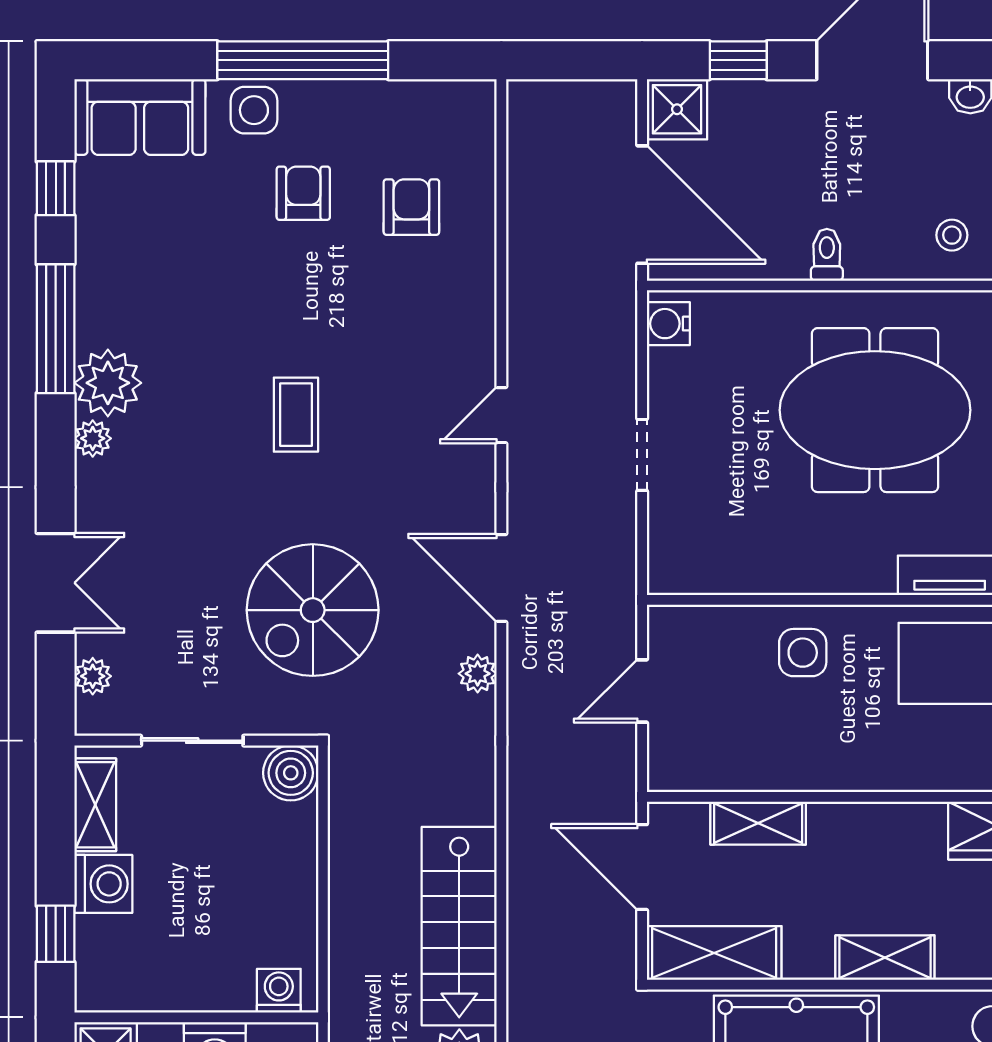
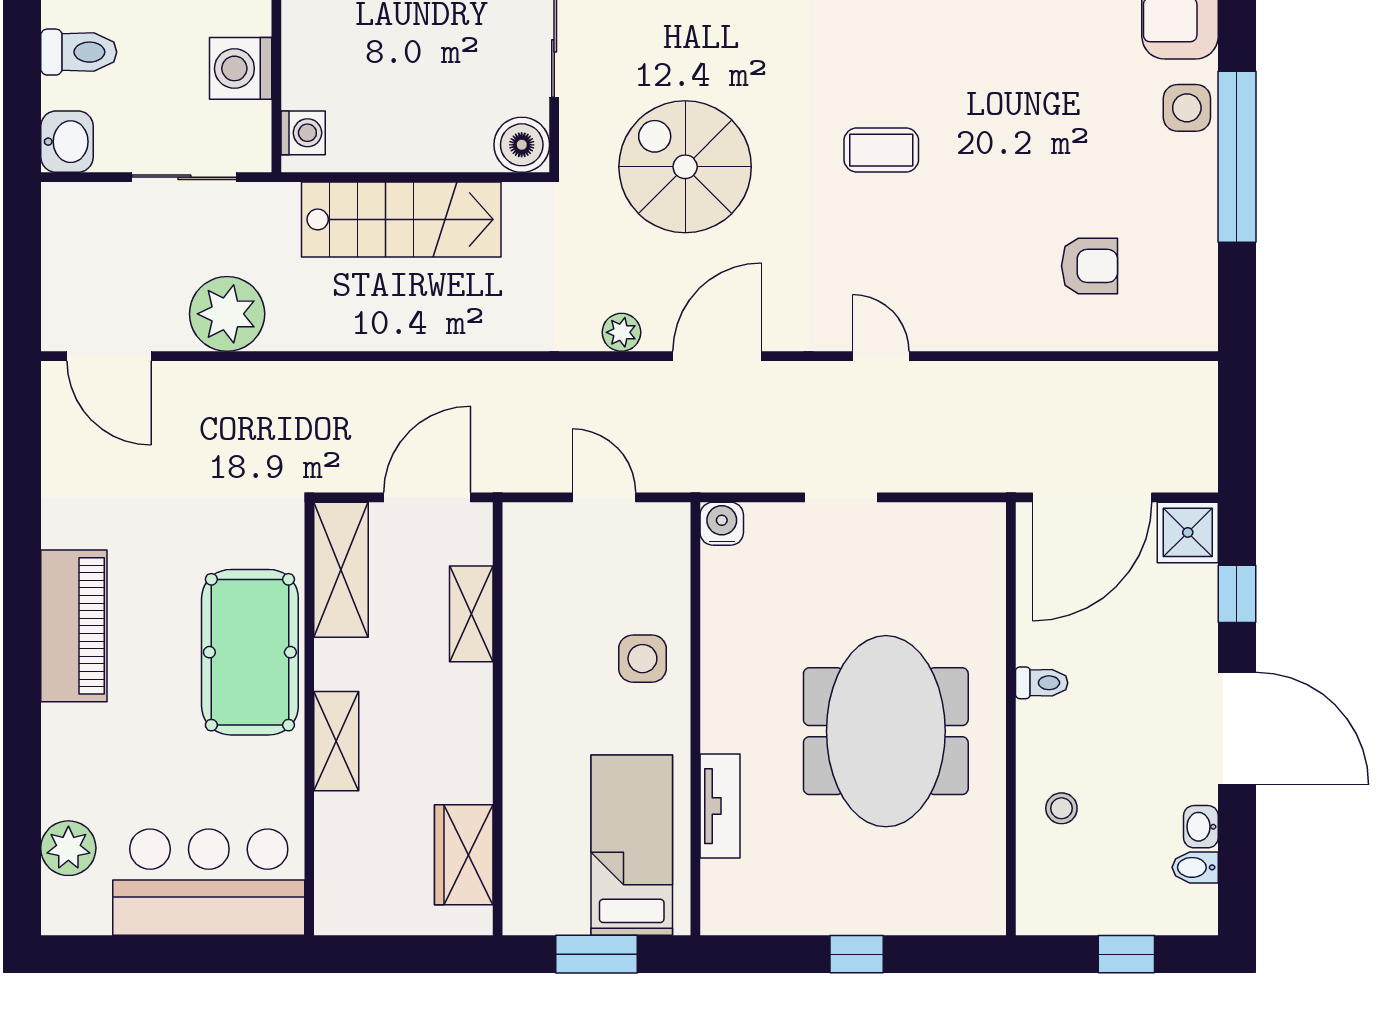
armchair: (303, 193) -> (1103, 157), removed
water cooler: (668, 324) -> (722, 524), moved
stairs: (459, 926) -> (401, 219), moved, turned 180

